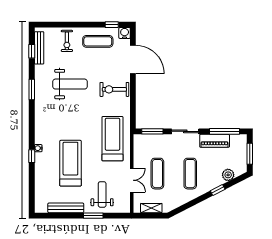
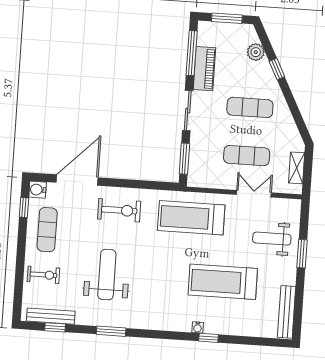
exercise bike: (114, 89) -> (119, 210), turned -90
bench: (66, 208) -> (287, 312), moved

